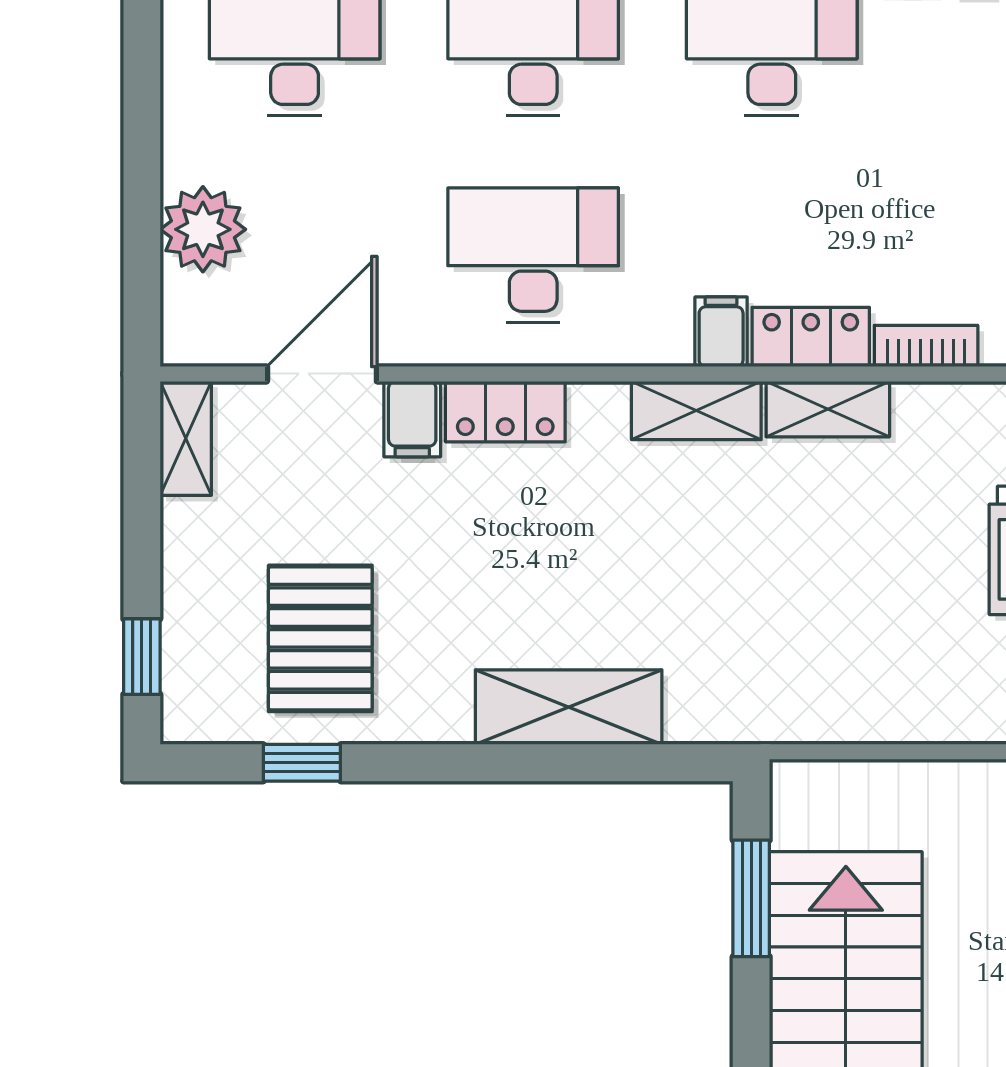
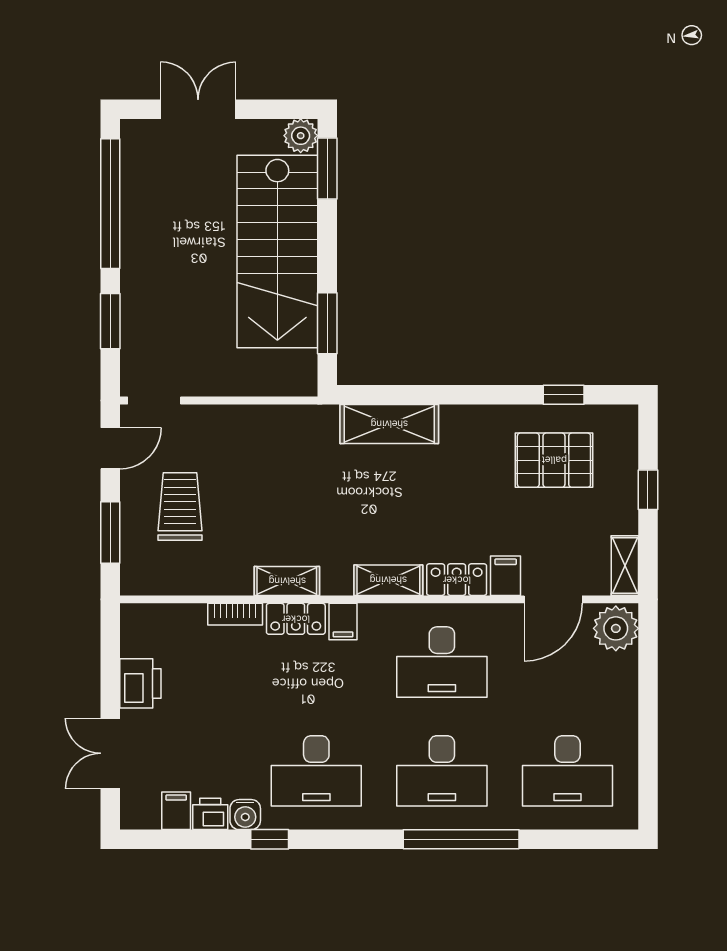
plant: (203, 229) -> (616, 628), moved
shelving: (696, 410) -> (388, 580), moved
pallet: (320, 638) -> (554, 460), turned 90
window: (142, 657) -> (648, 490), moved
shelving: (569, 707) -> (389, 424), moved

